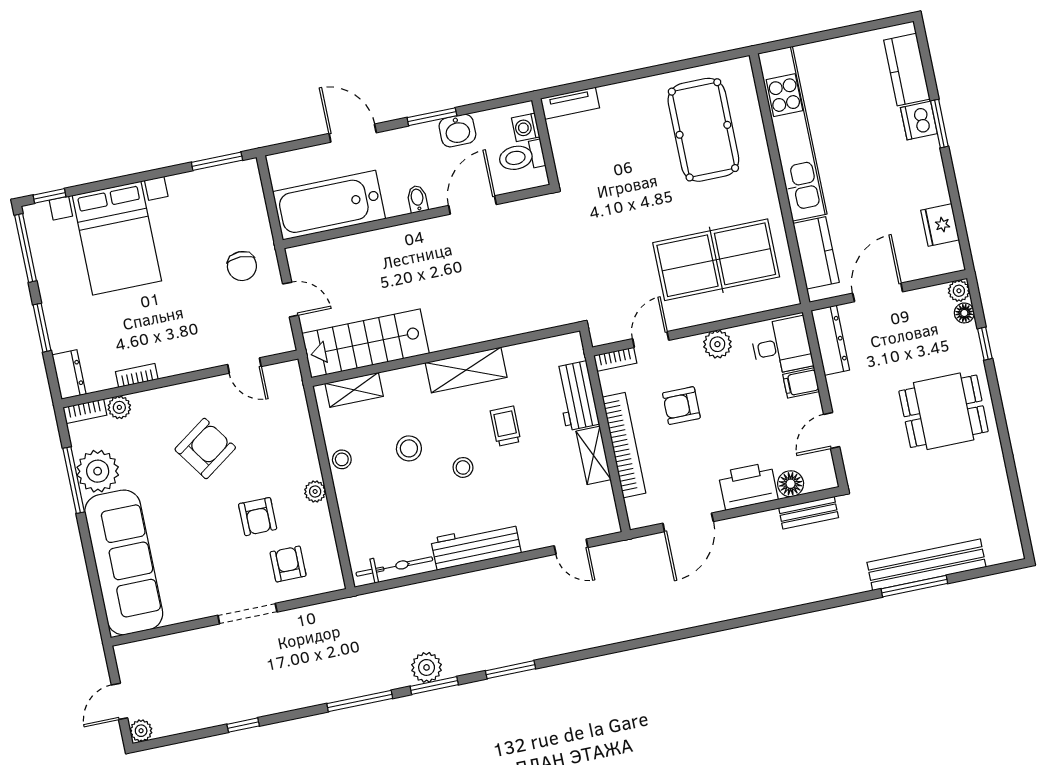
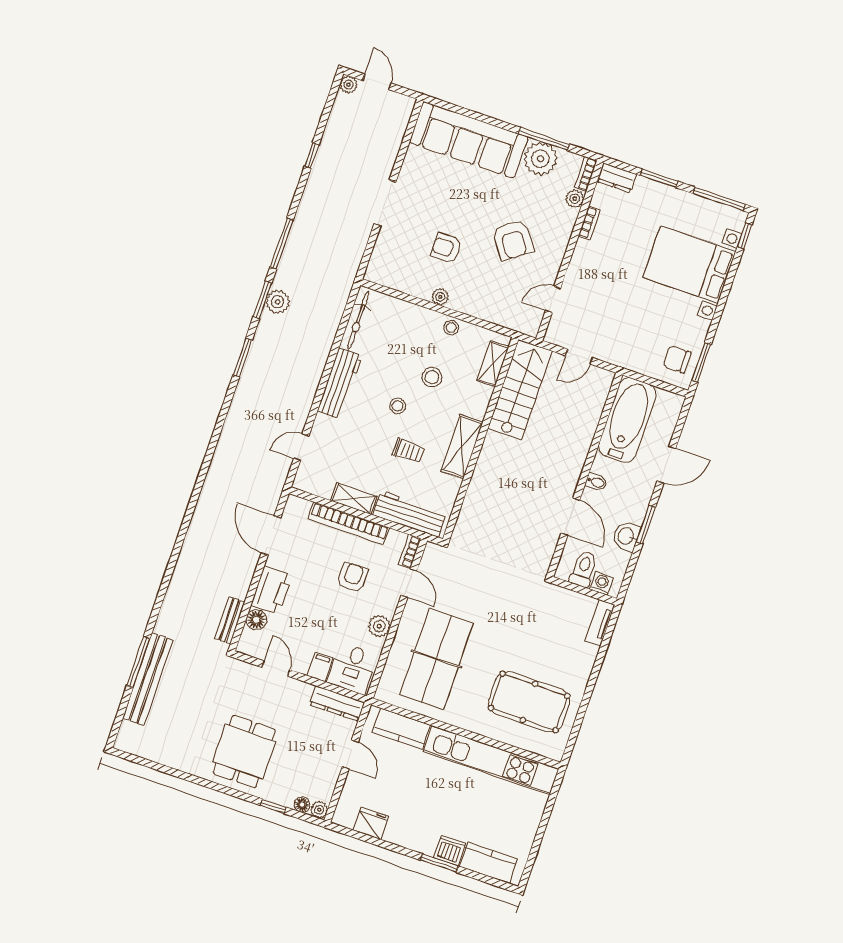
chair: (242, 266) -> (677, 359), moved
door: (878, 292) -> (350, 754), width x0.73
workbench: (577, 396) -> (410, 514), width x1.38
armchair: (288, 564) -> (402, 250), removed

